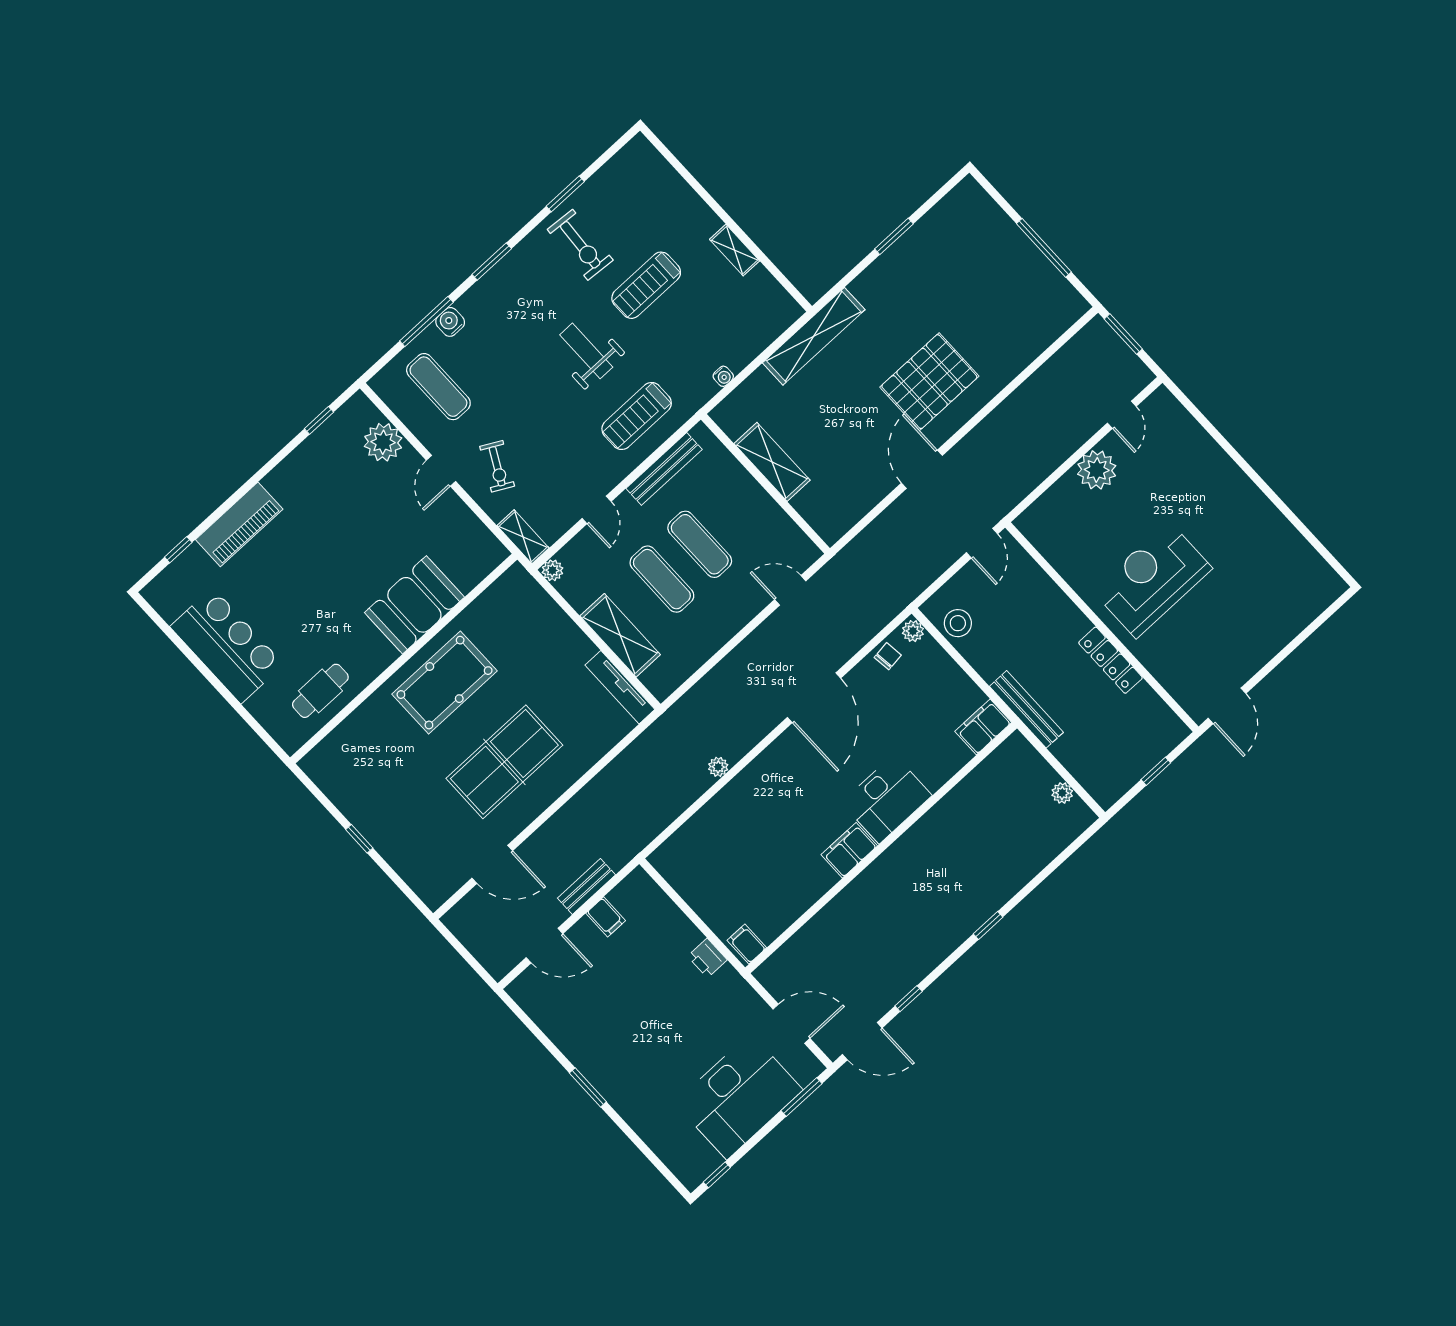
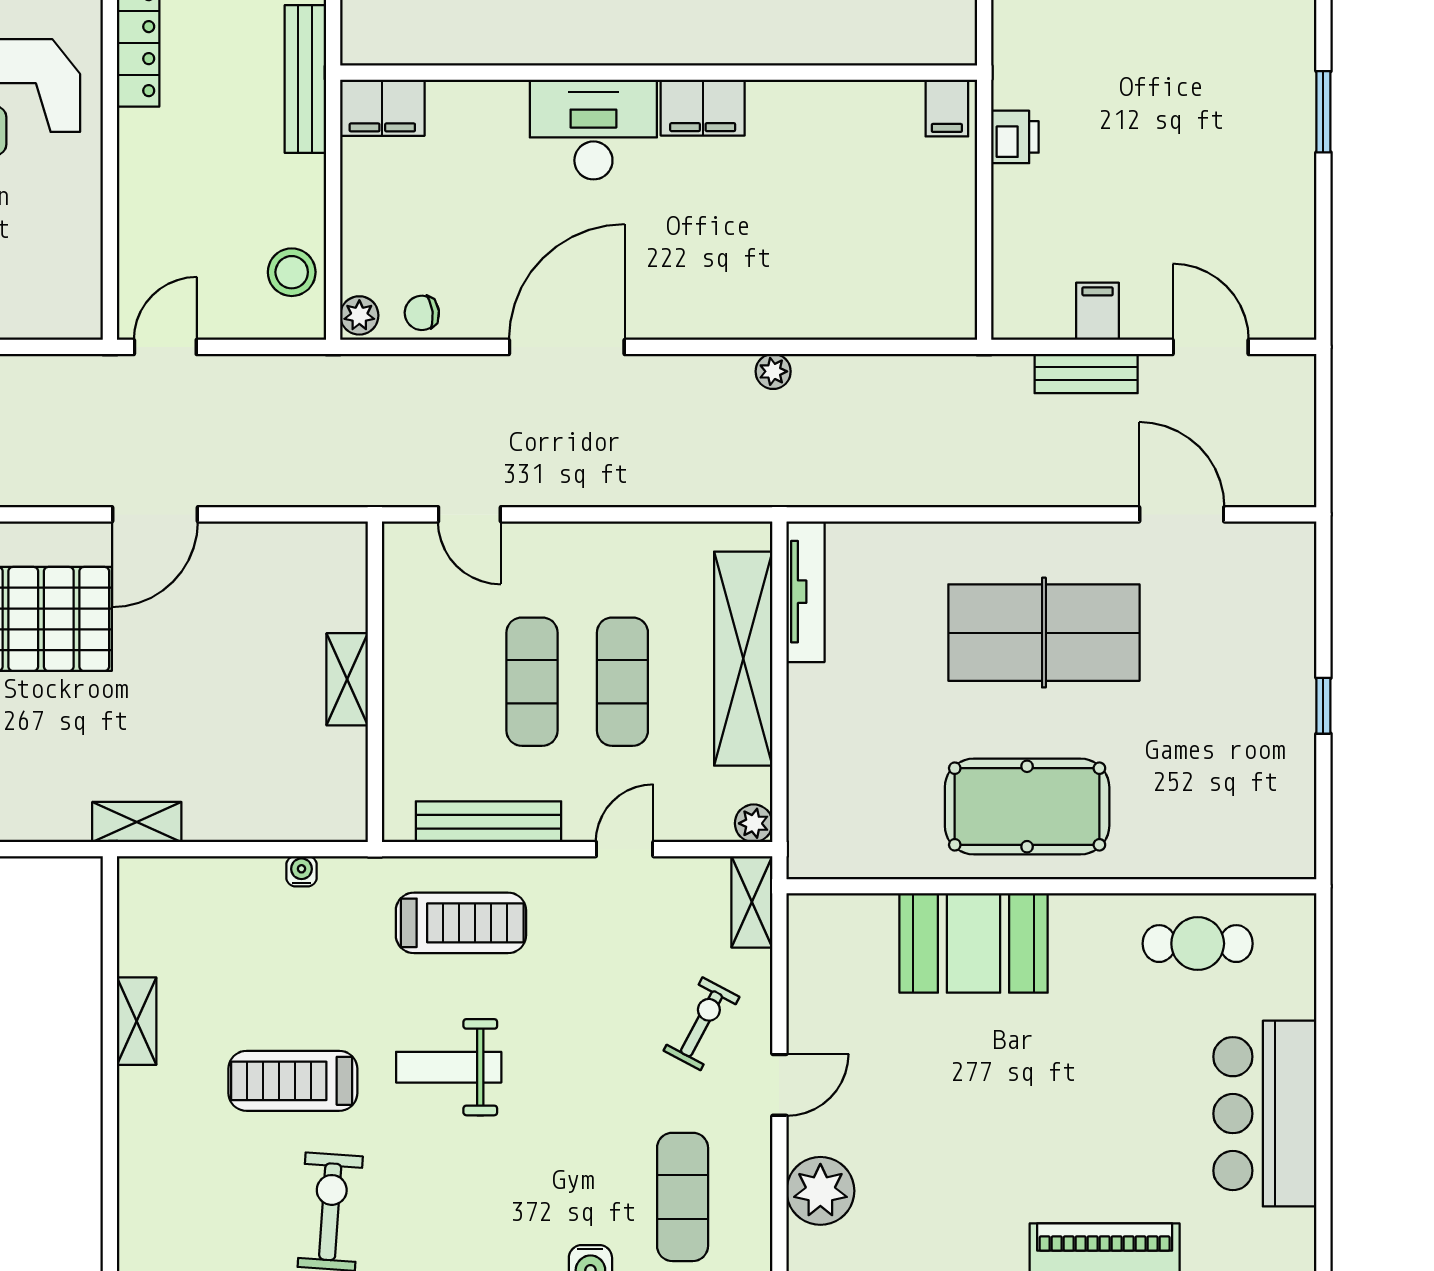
treadmill: (646, 285) -> (293, 1081), turned 180
shelving: (814, 336) -> (137, 822), width x0.45, depth x0.75
weight bench: (586, 351) -> (449, 1067), turned 90
shelving: (772, 462) -> (347, 679), width x0.67, depth x0.75
shelving: (620, 635) -> (743, 659), width x1.47

